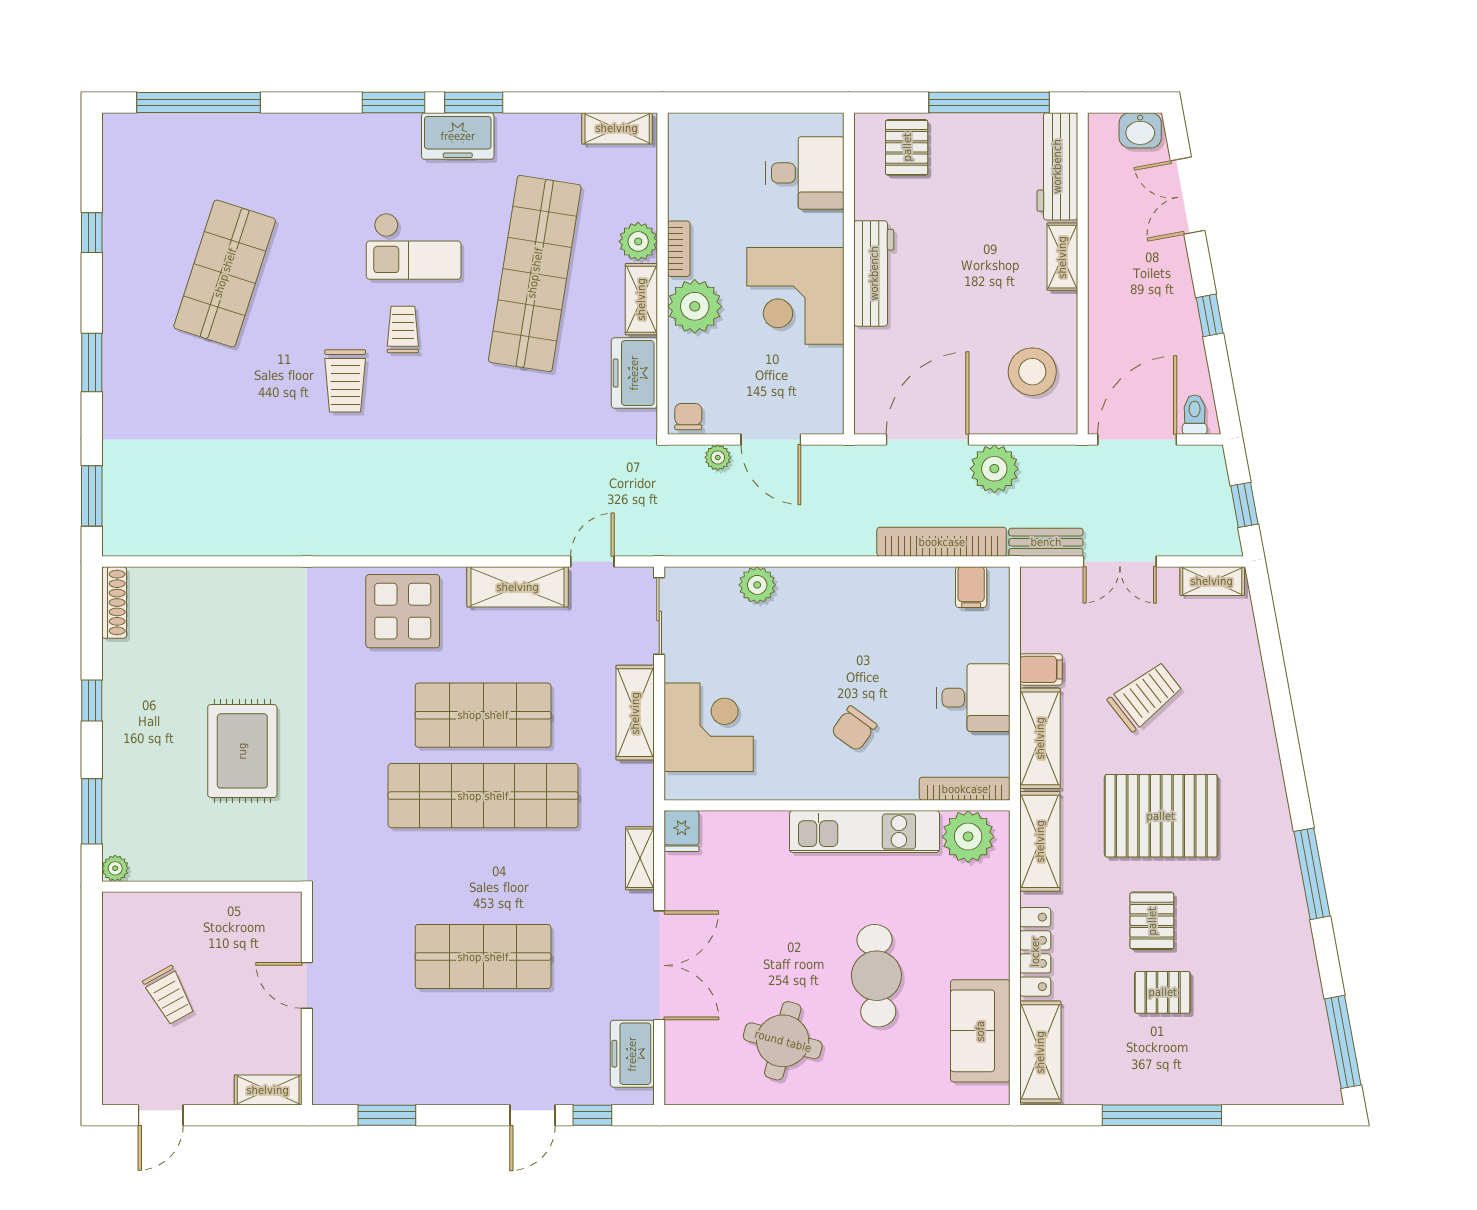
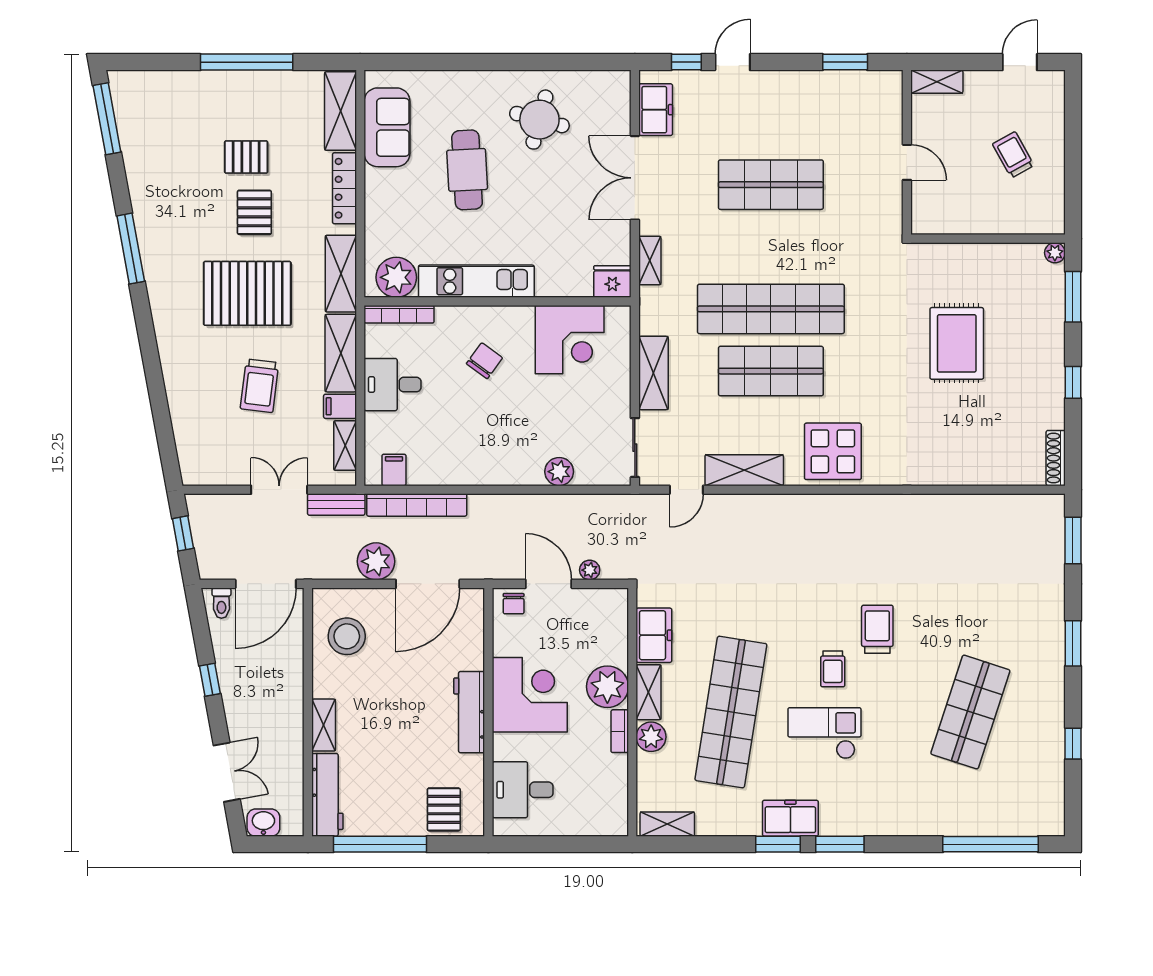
chair: (688, 417) -> (514, 604), moved
shelving: (1212, 581) -> (345, 446), moved, turned 90
trolley: (1145, 696) -> (260, 386), turned -45
corner desk: (709, 727) -> (570, 340), moved, turned -90
fridge: (682, 831) -> (612, 282), width x1.38

